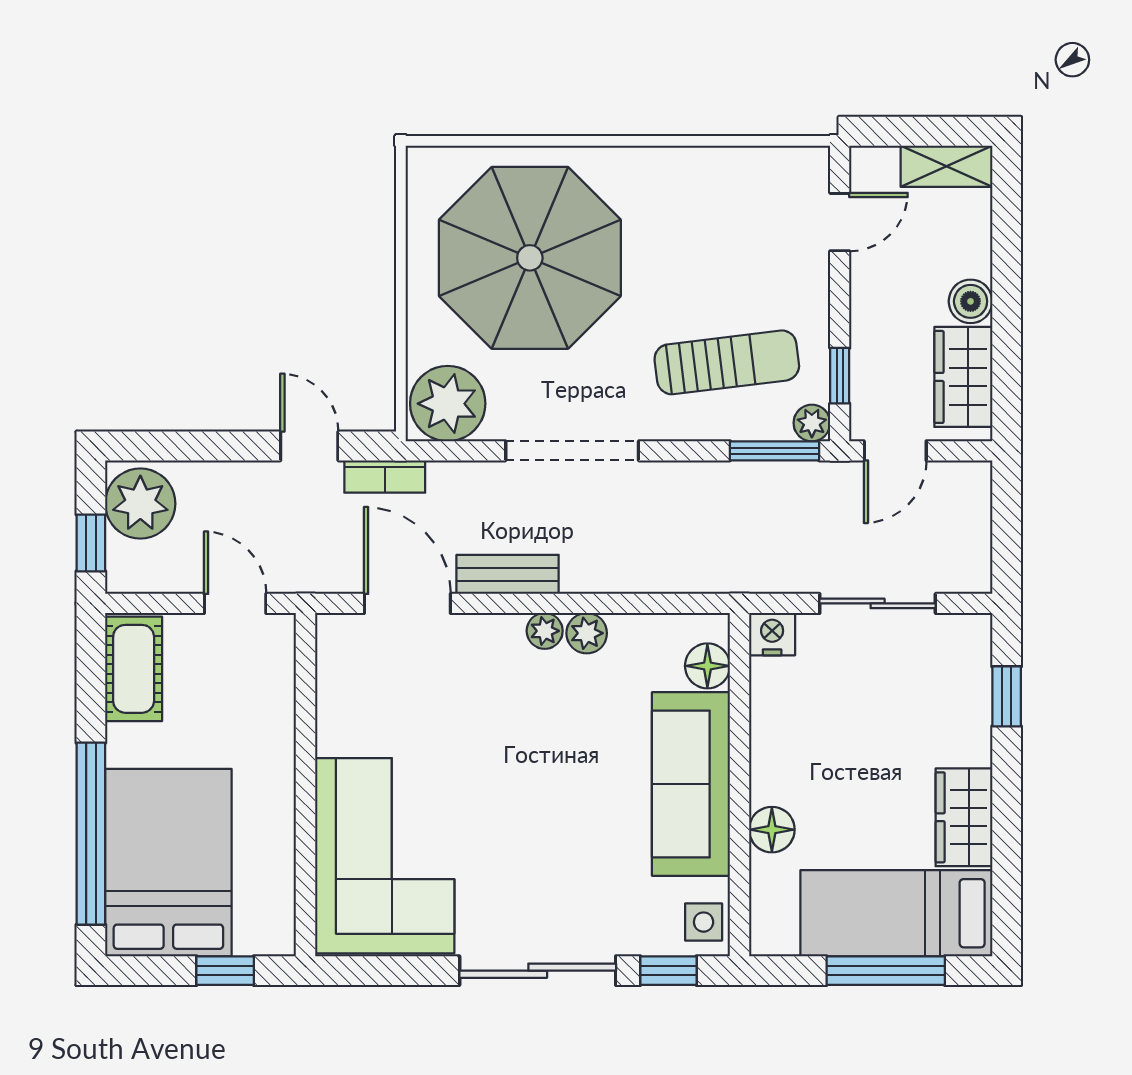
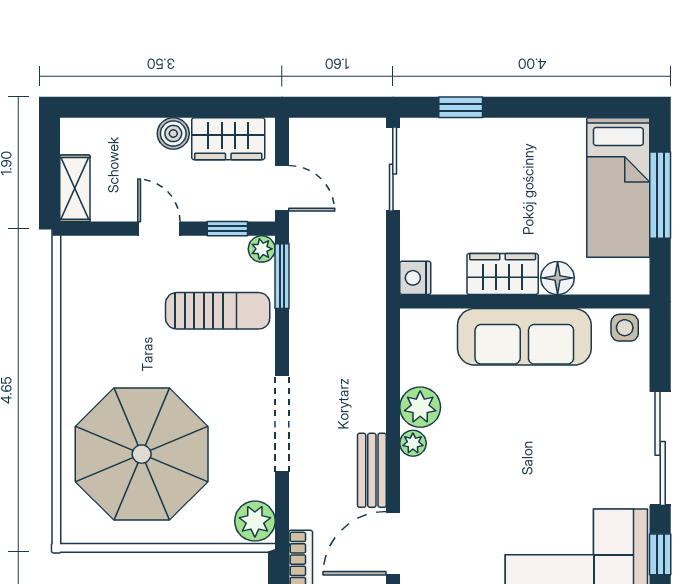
shelving: (946, 166) -> (75, 188), moved
door: (840, 222) -> (159, 229), moved
sun lounger: (727, 362) -> (218, 311), turned 97
plant: (448, 404) -> (255, 521), width x0.73, depth x0.73
sliding door: (878, 603) -> (393, 169), moved
plant: (587, 633) -> (420, 407), width x1.38, depth x1.38
floor lamp: (707, 666) -> (438, 325), removed
wardrobe: (964, 817) -> (503, 274), moved, turned 180
window: (668, 971) -> (660, 554), moved

